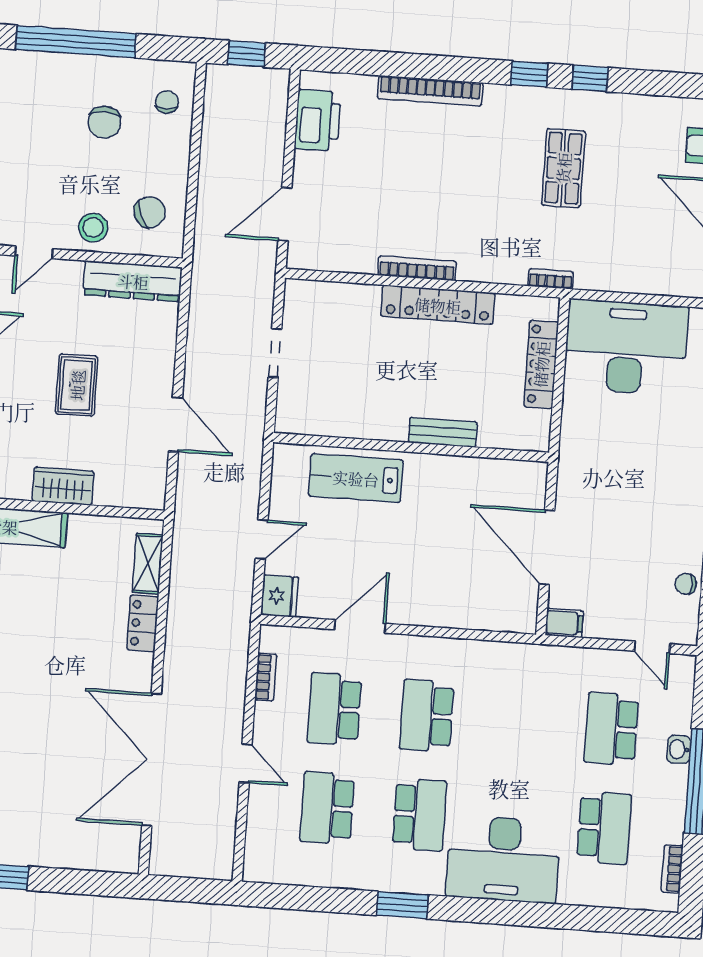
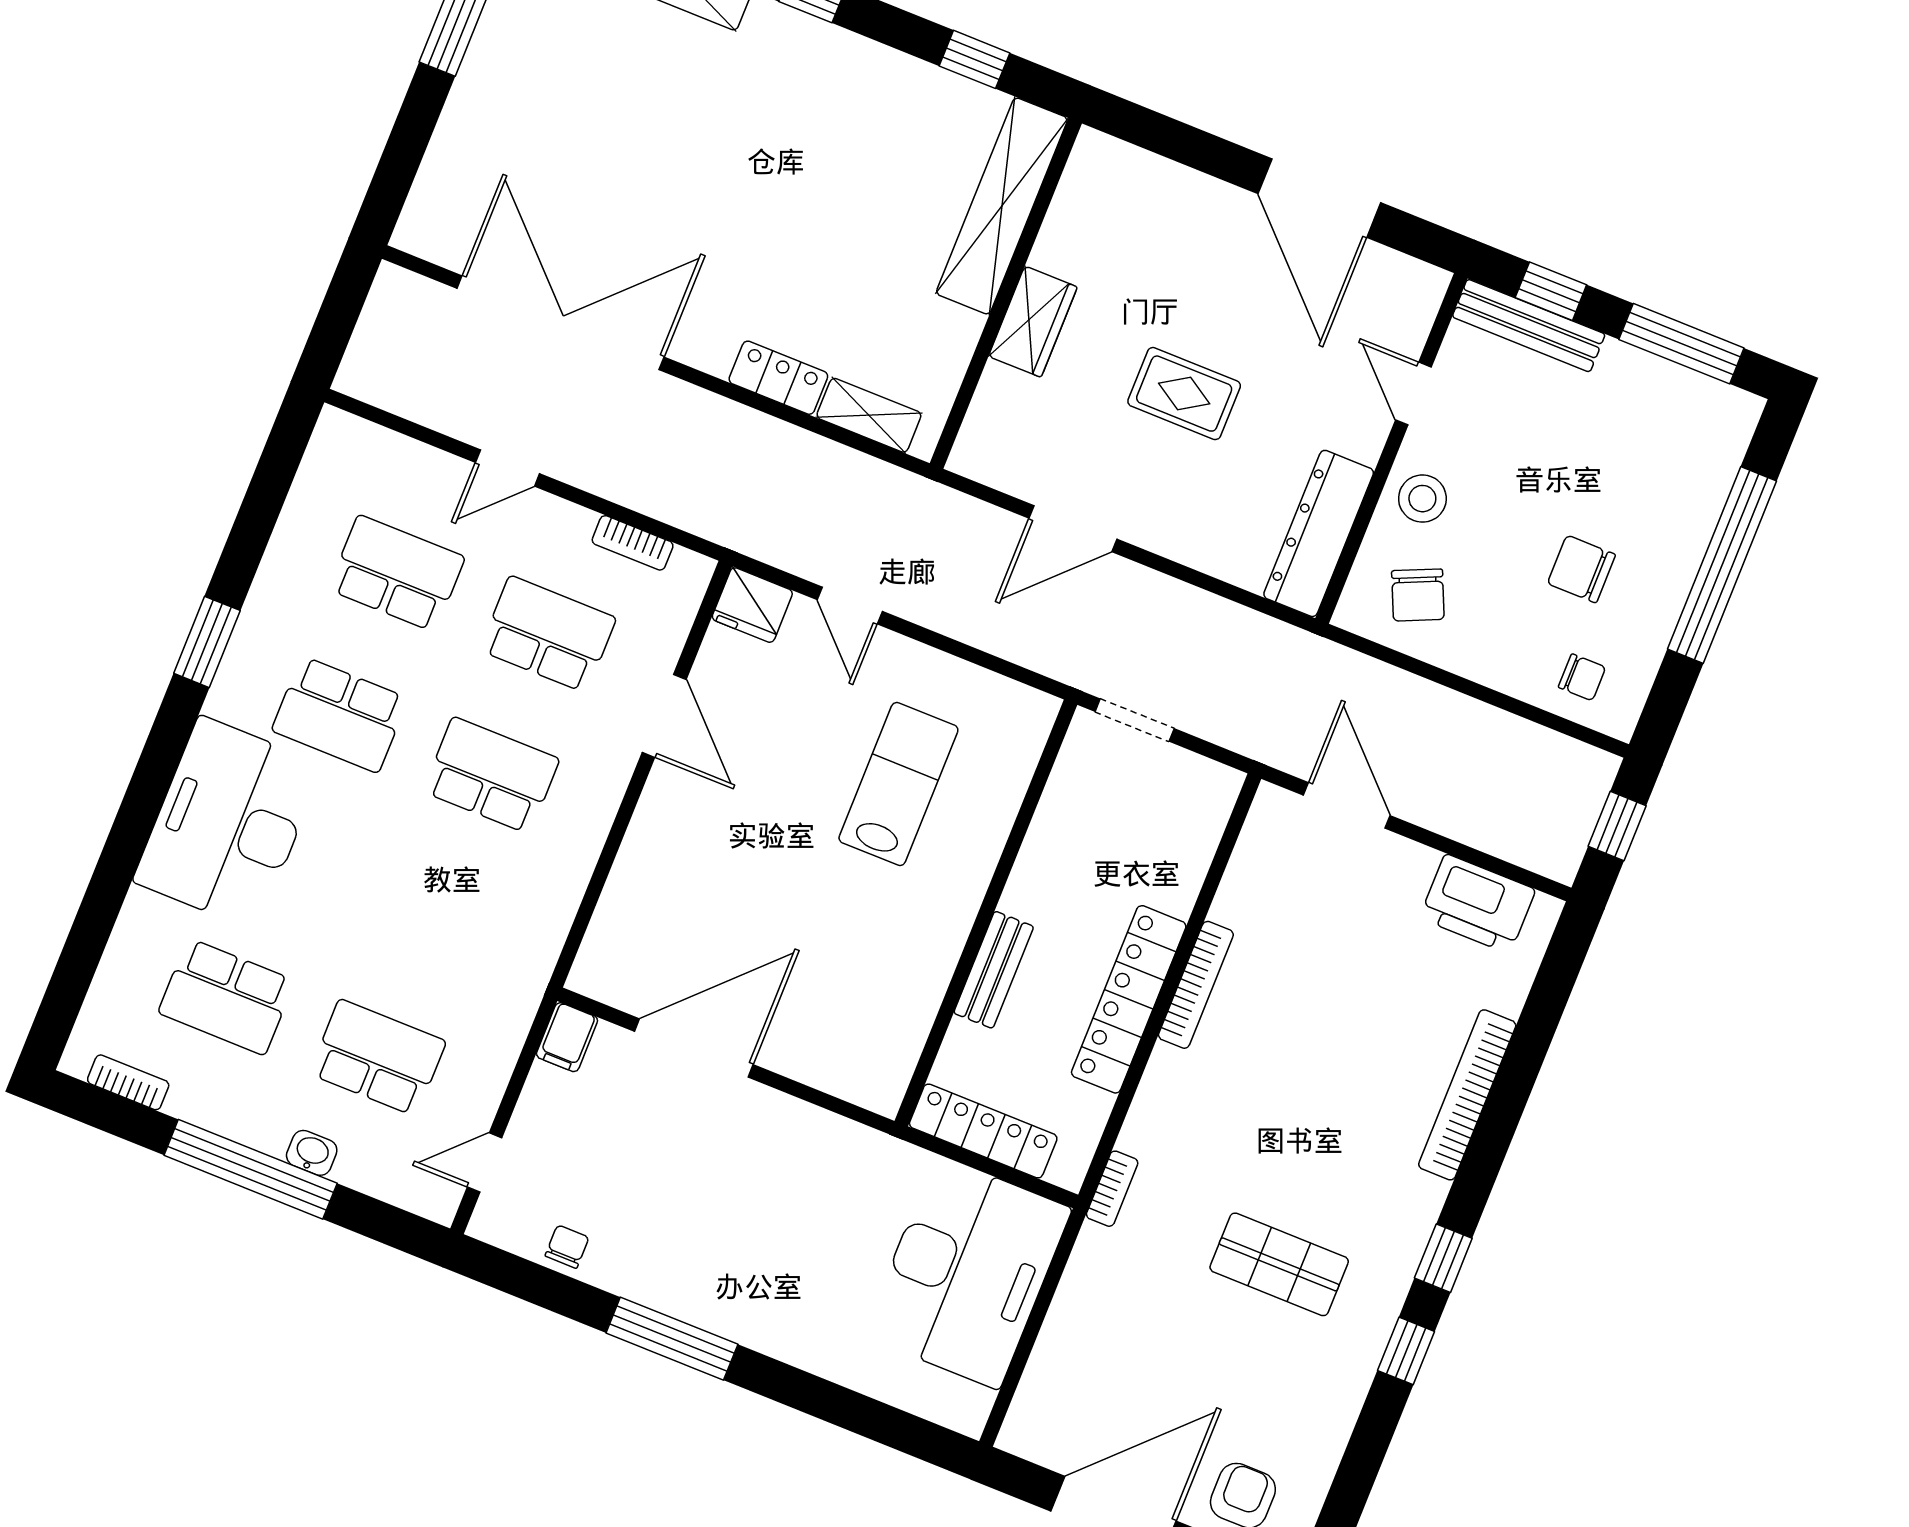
bench: (443, 432) -> (994, 970), moved
wall: (411, 447) -> (986, 913), moved

